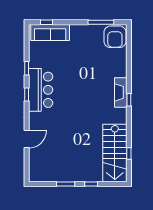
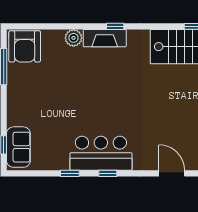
sofa: (50, 32) -> (18, 147), width x0.73
armchair: (115, 37) -> (25, 46), turned 90
plant: (121, 71) -> (74, 38), added

